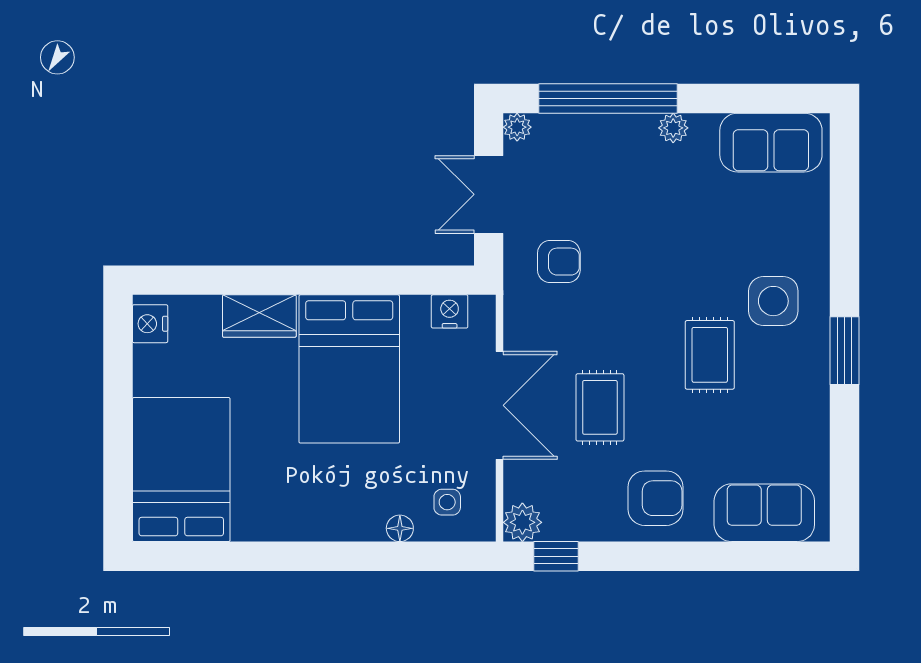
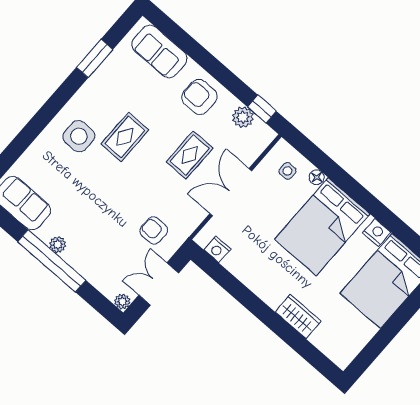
window: (608, 99) -> (52, 261), moved
double door: (489, 194) -> (159, 284), swing flipped
nightstand: (150, 324) -> (377, 233), moved, turned -90
window: (845, 351) -> (95, 58), moved
bed: (349, 369) -> (322, 227), moved, turned 180
plant: (522, 522) -> (243, 117), moved

